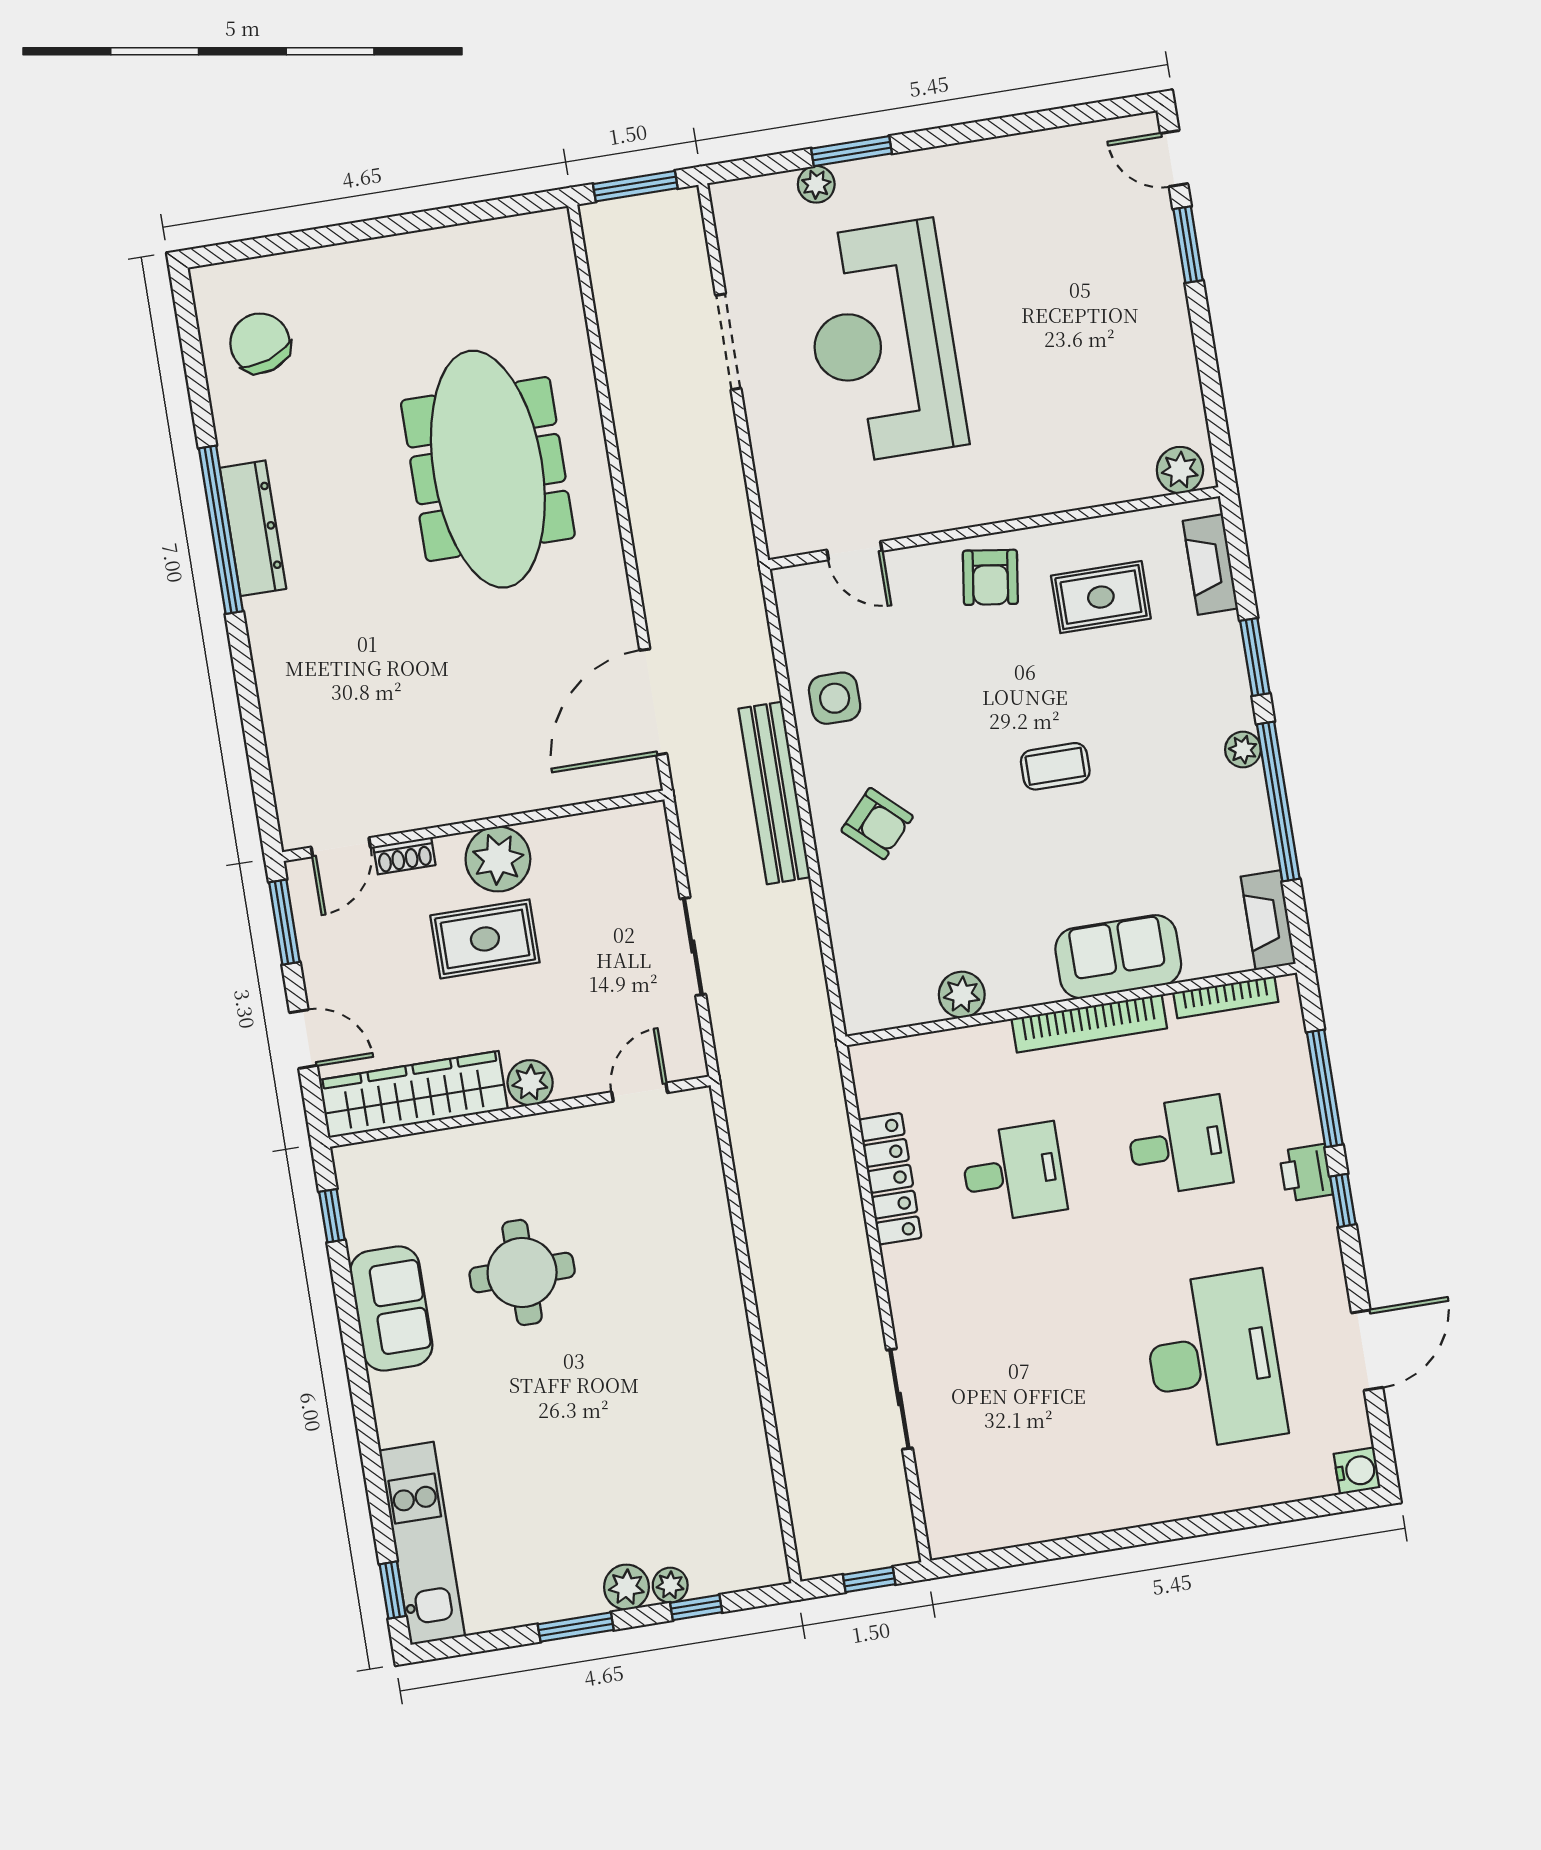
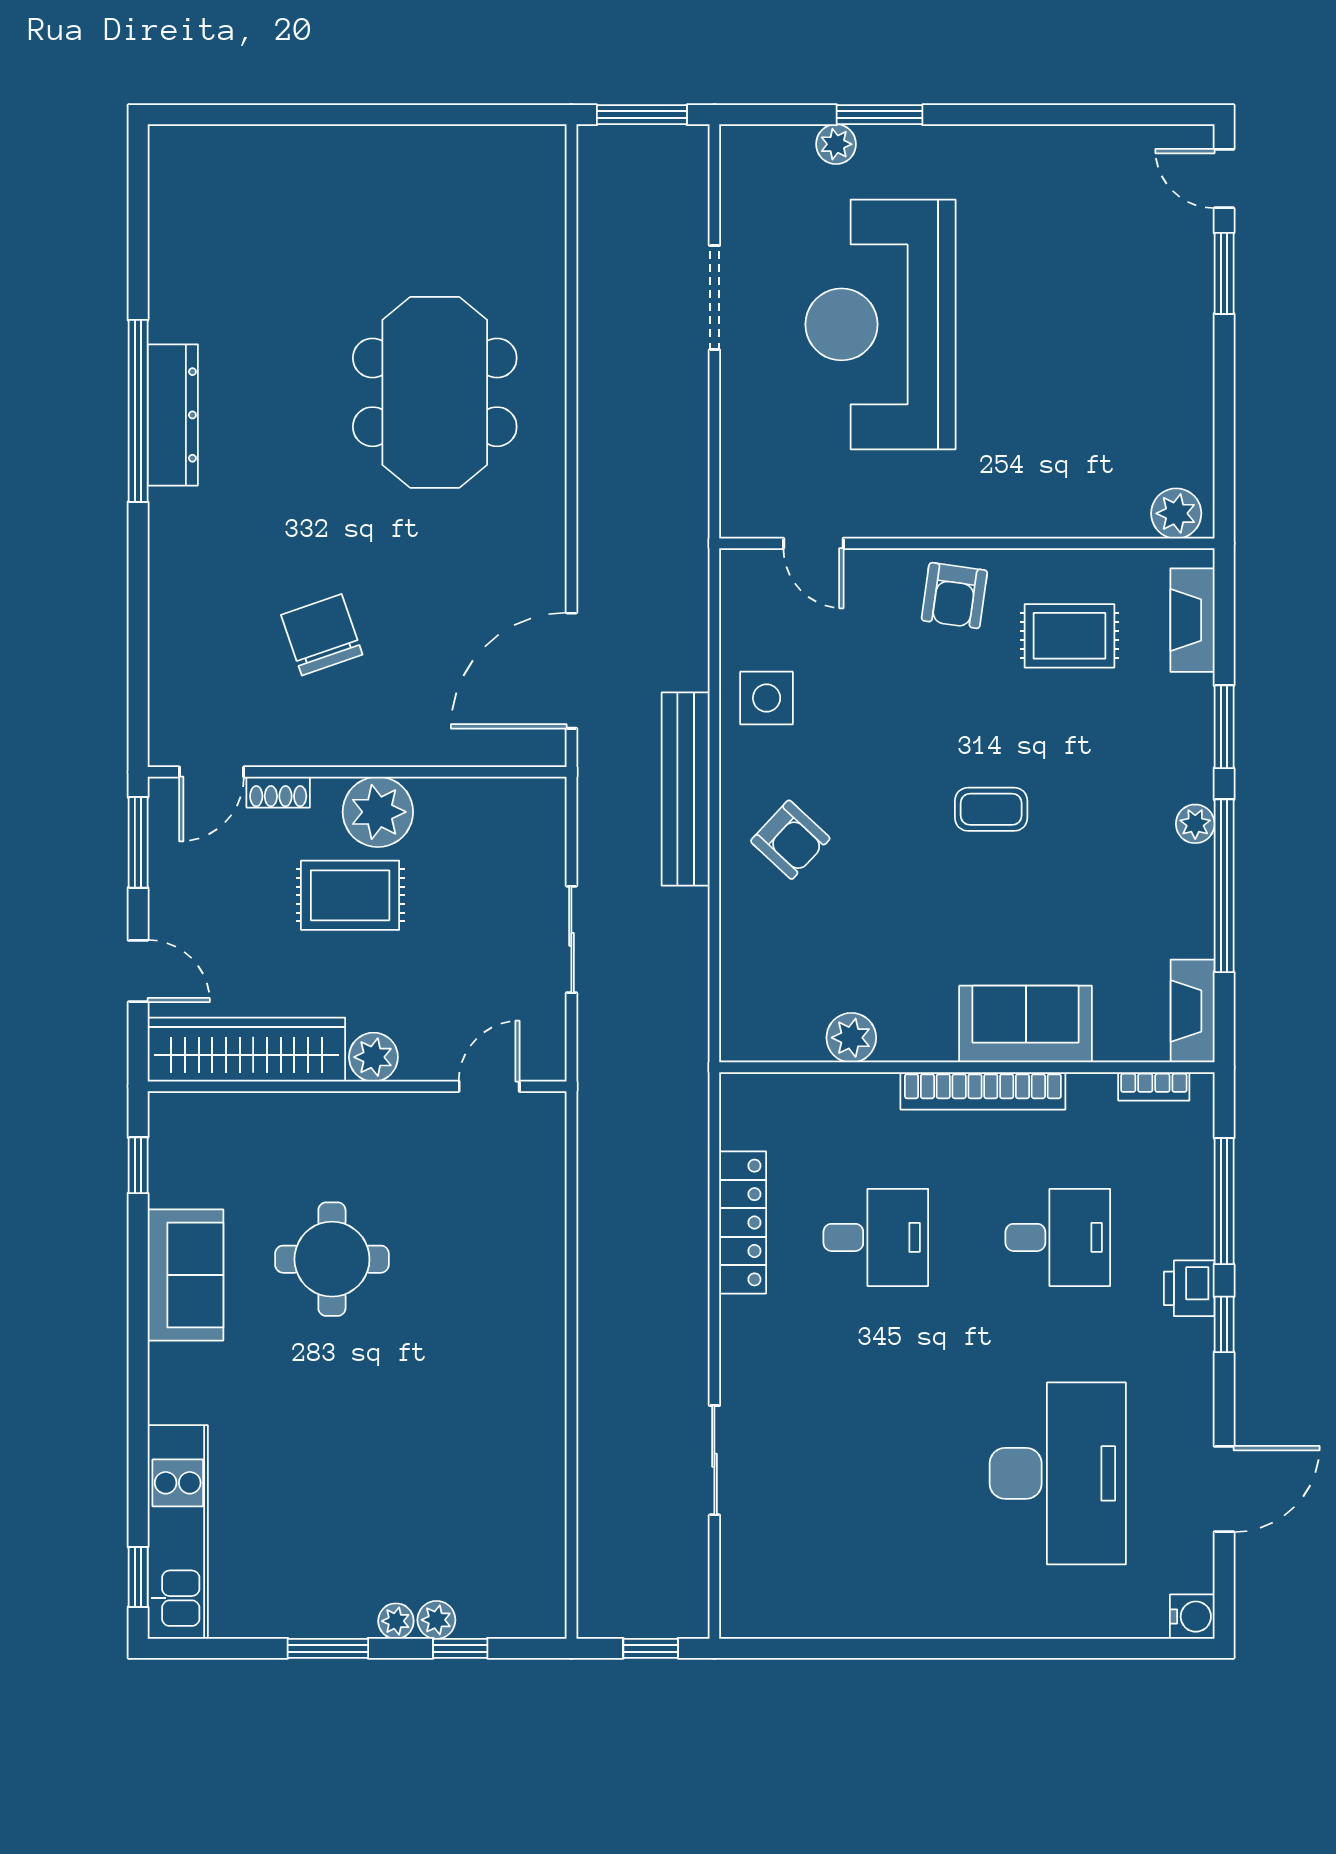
chair: (260, 343) -> (322, 635), moved
meeting table: (488, 469) -> (435, 392), width x0.73
bookcase: (1226, 997) -> (1154, 1086), width x0.64
plant: (626, 1587) -> (396, 1621), width x0.73, depth x0.73

